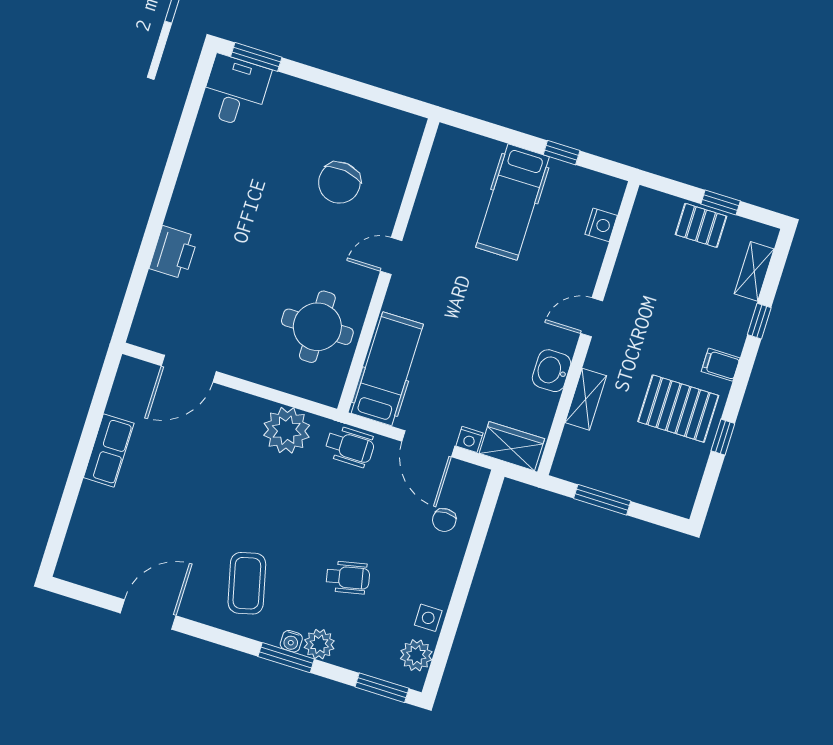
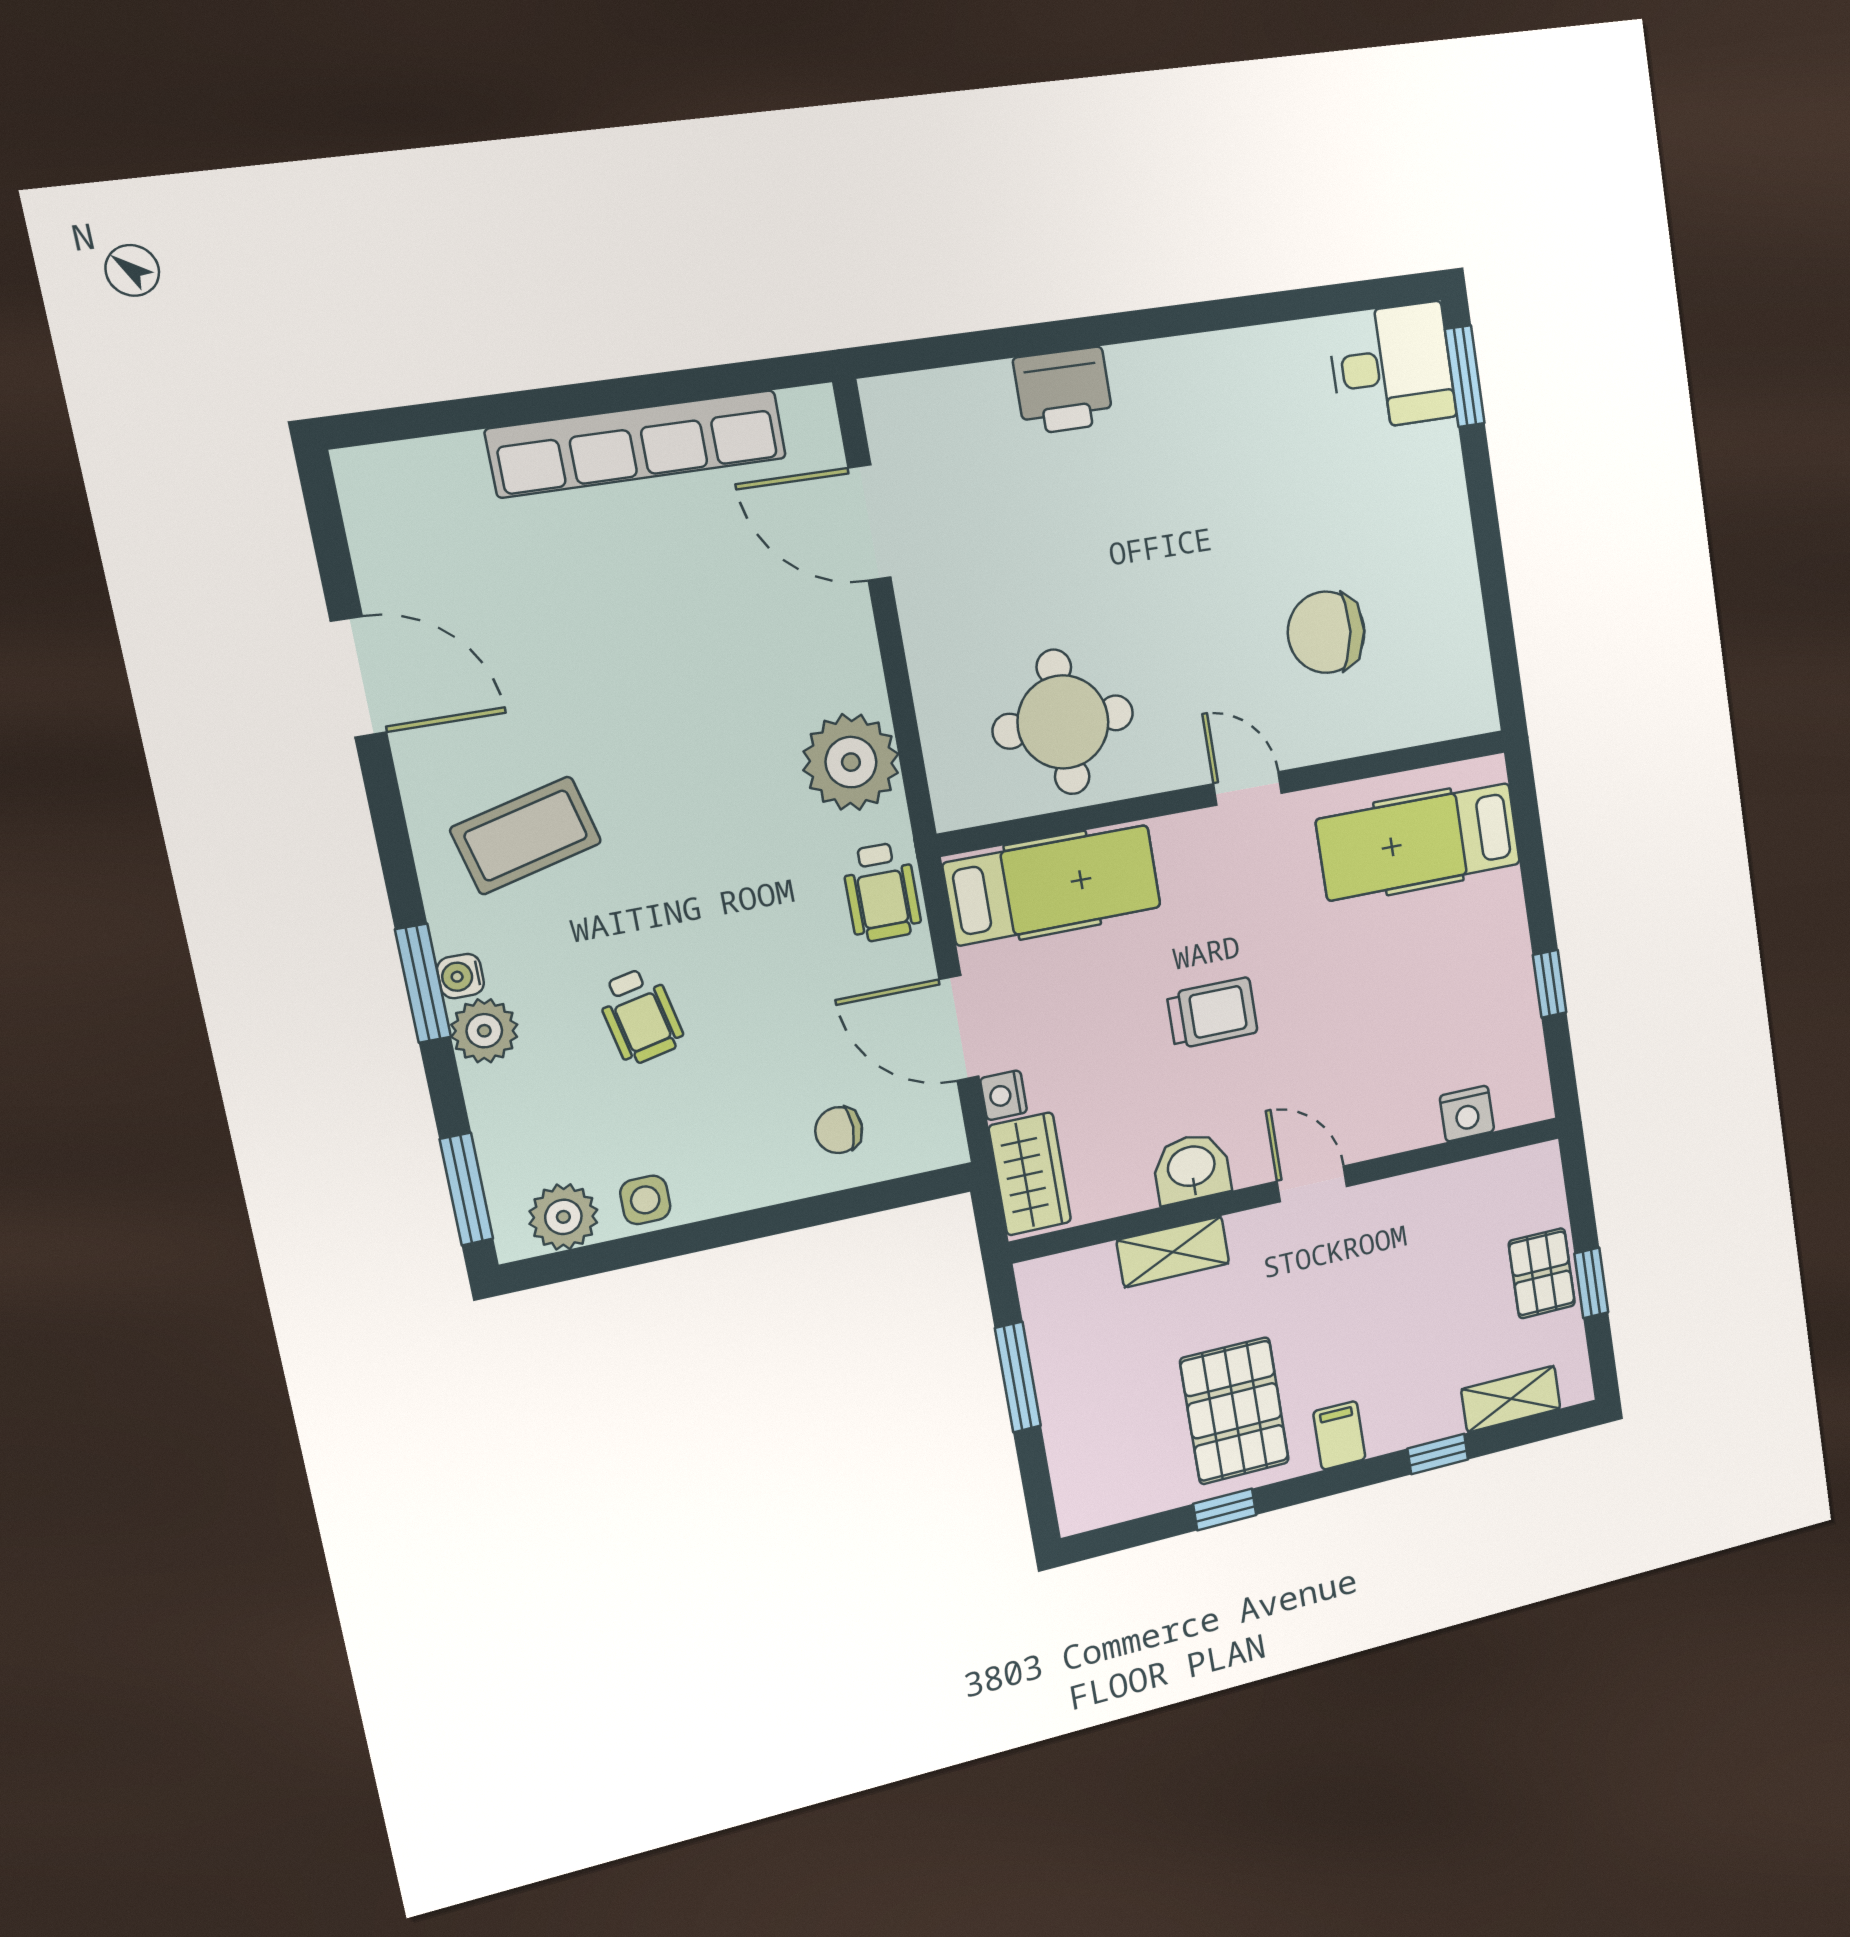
hospital bed: (512, 202) -> (1419, 842), moved
trolley: (485, 325) -> (1212, 1013), added
door: (428, 444) -> (959, 1028), hinge flipped
row of seats: (109, 450) -> (637, 444), width x2.02

